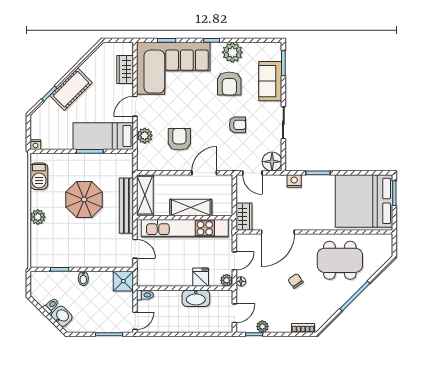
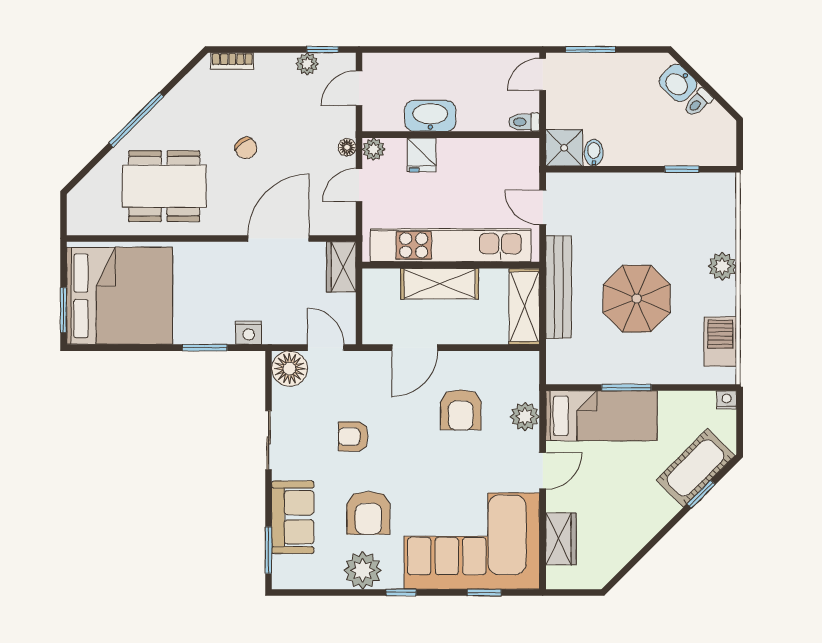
armchair: (229, 84) -> (368, 513), turned 180
cot: (71, 89) -> (696, 468), moved
bidet: (83, 278) -> (594, 153), moved

